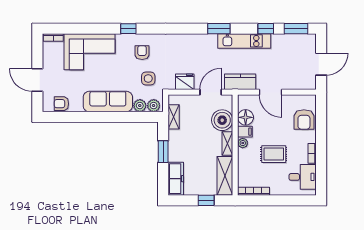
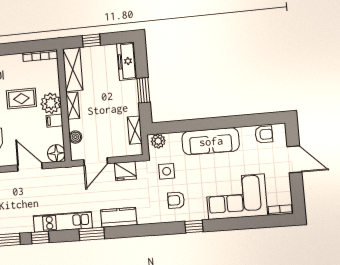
armchair: (142, 53) -> (176, 200), turned 90
kitchen counter: (240, 82) -> (119, 217), moved, turned 180
plant: (140, 106) -> (174, 140), removed
floor lamp: (246, 117) -> (56, 153), moved
boiler: (222, 120) -> (75, 137), width x0.54, depth x0.54
plant: (243, 143) -> (51, 103), width x1.88, depth x1.88

